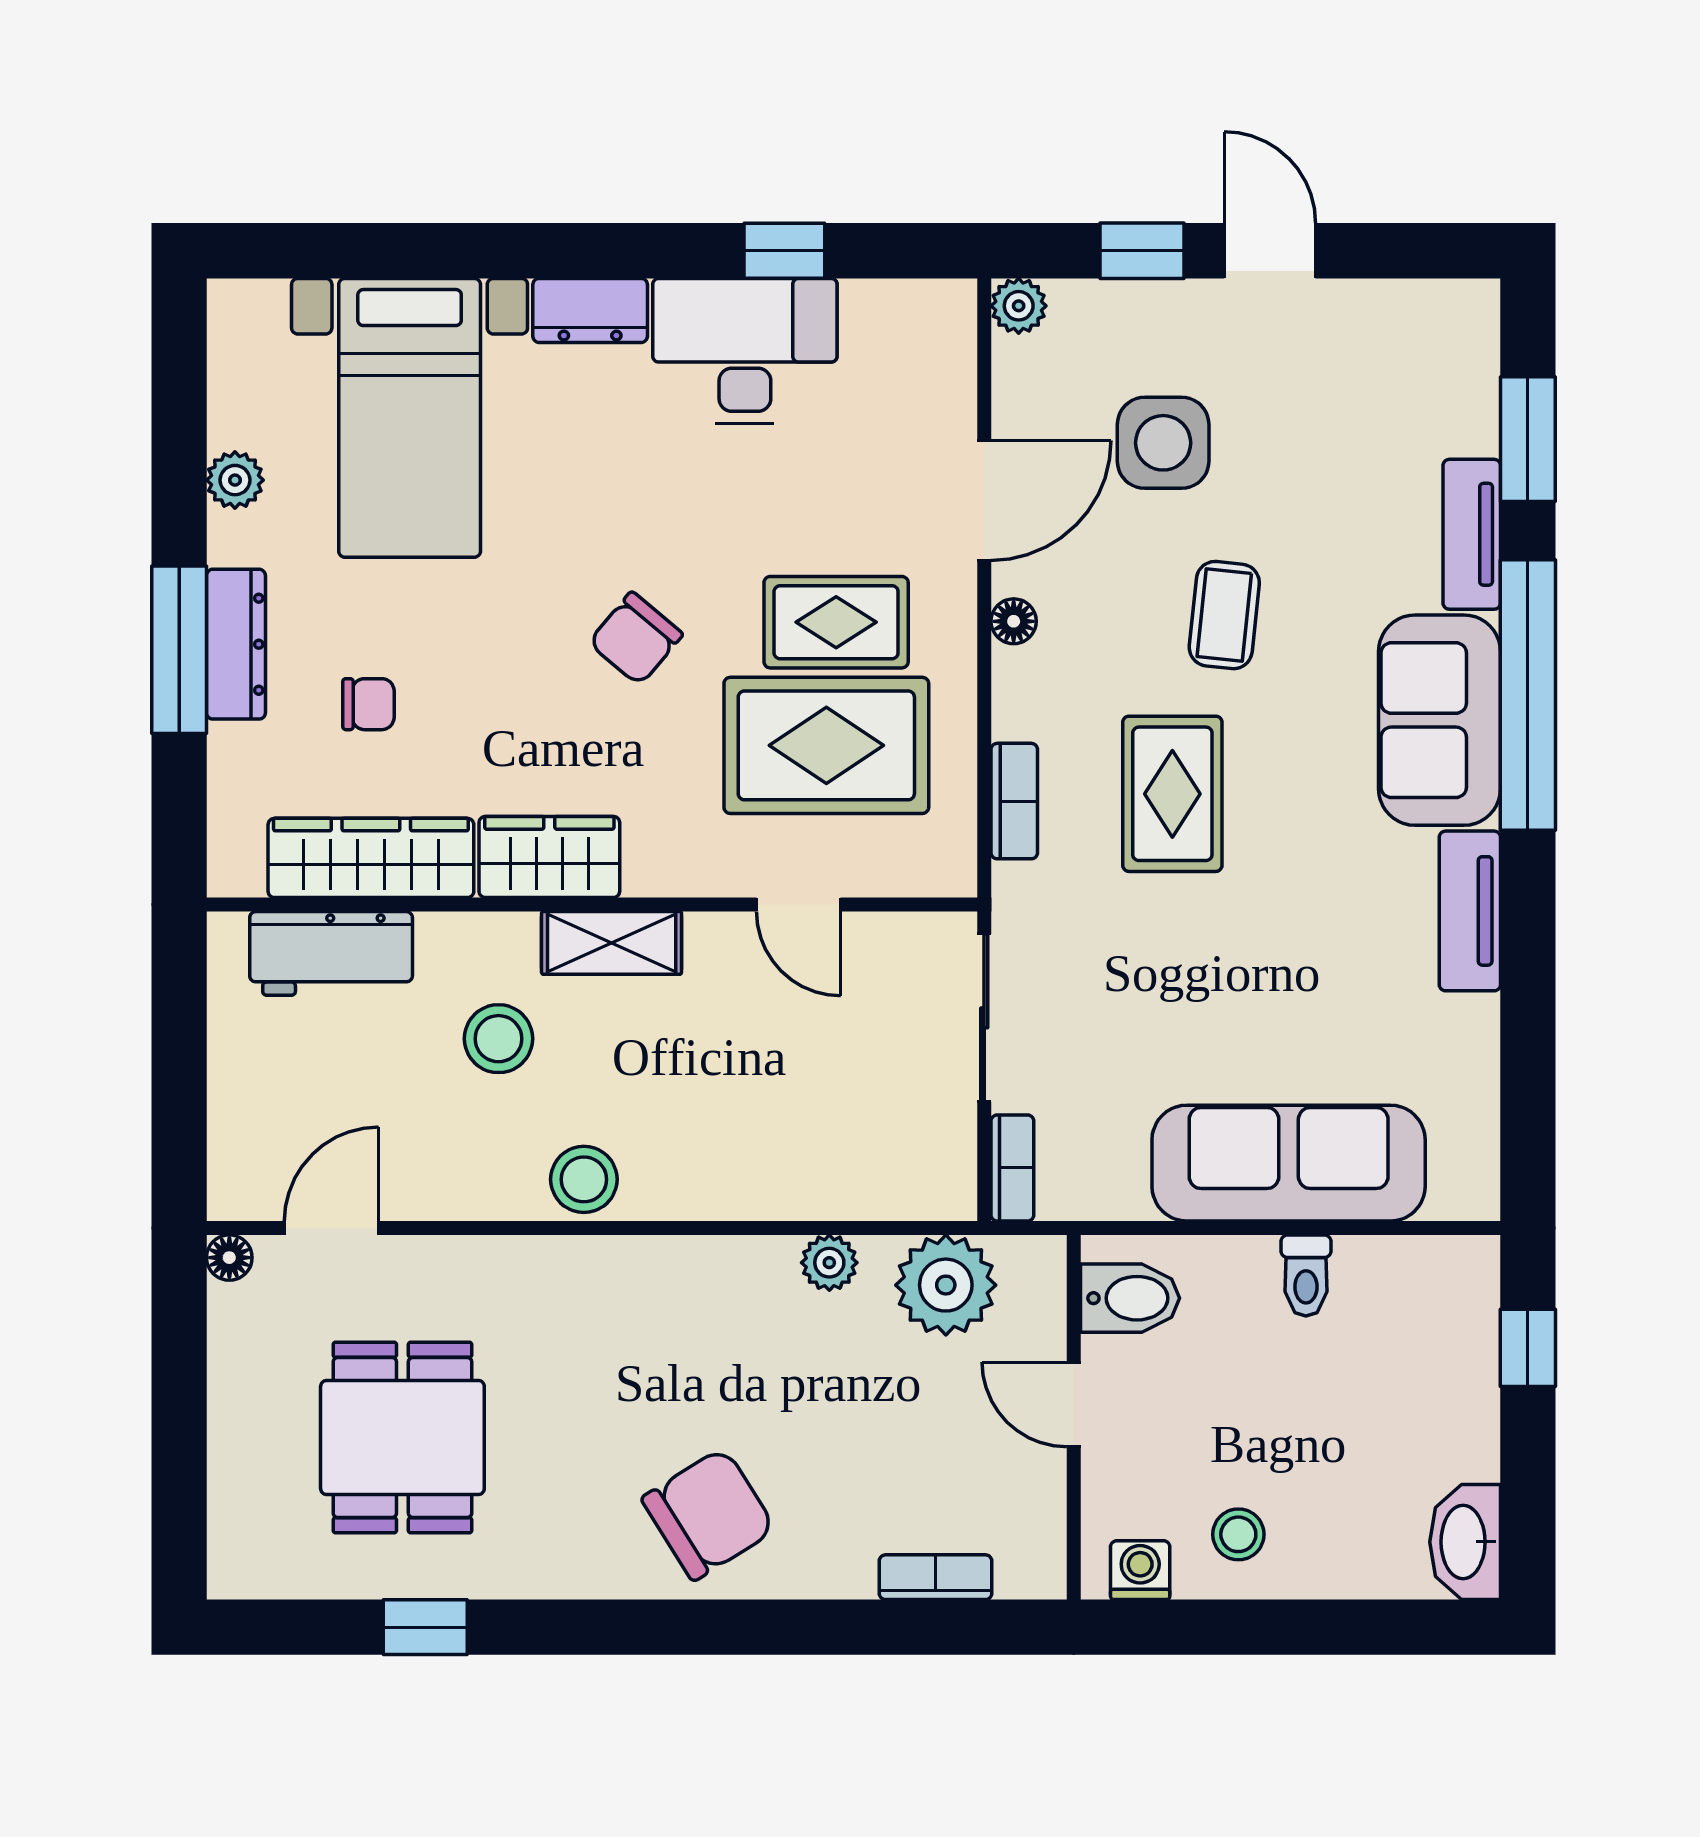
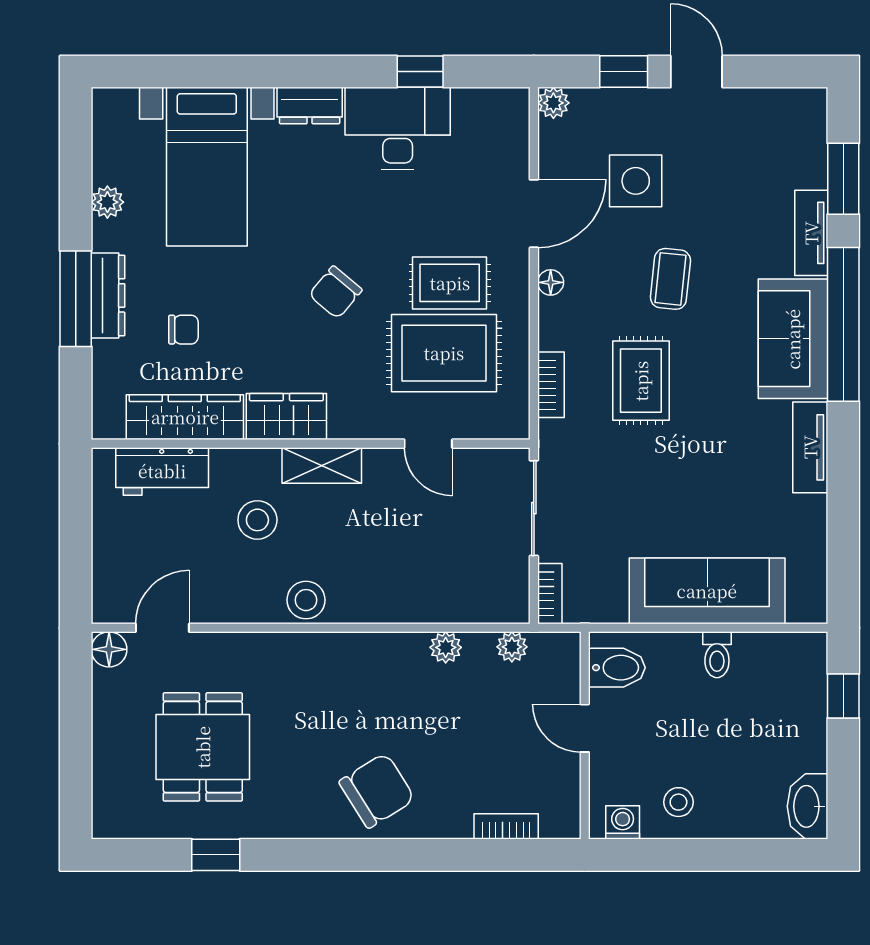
floor lamp: (229, 1258) -> (109, 649), width x1.37, depth x1.37
plant: (946, 1285) -> (512, 647), width x0.53, depth x0.53

